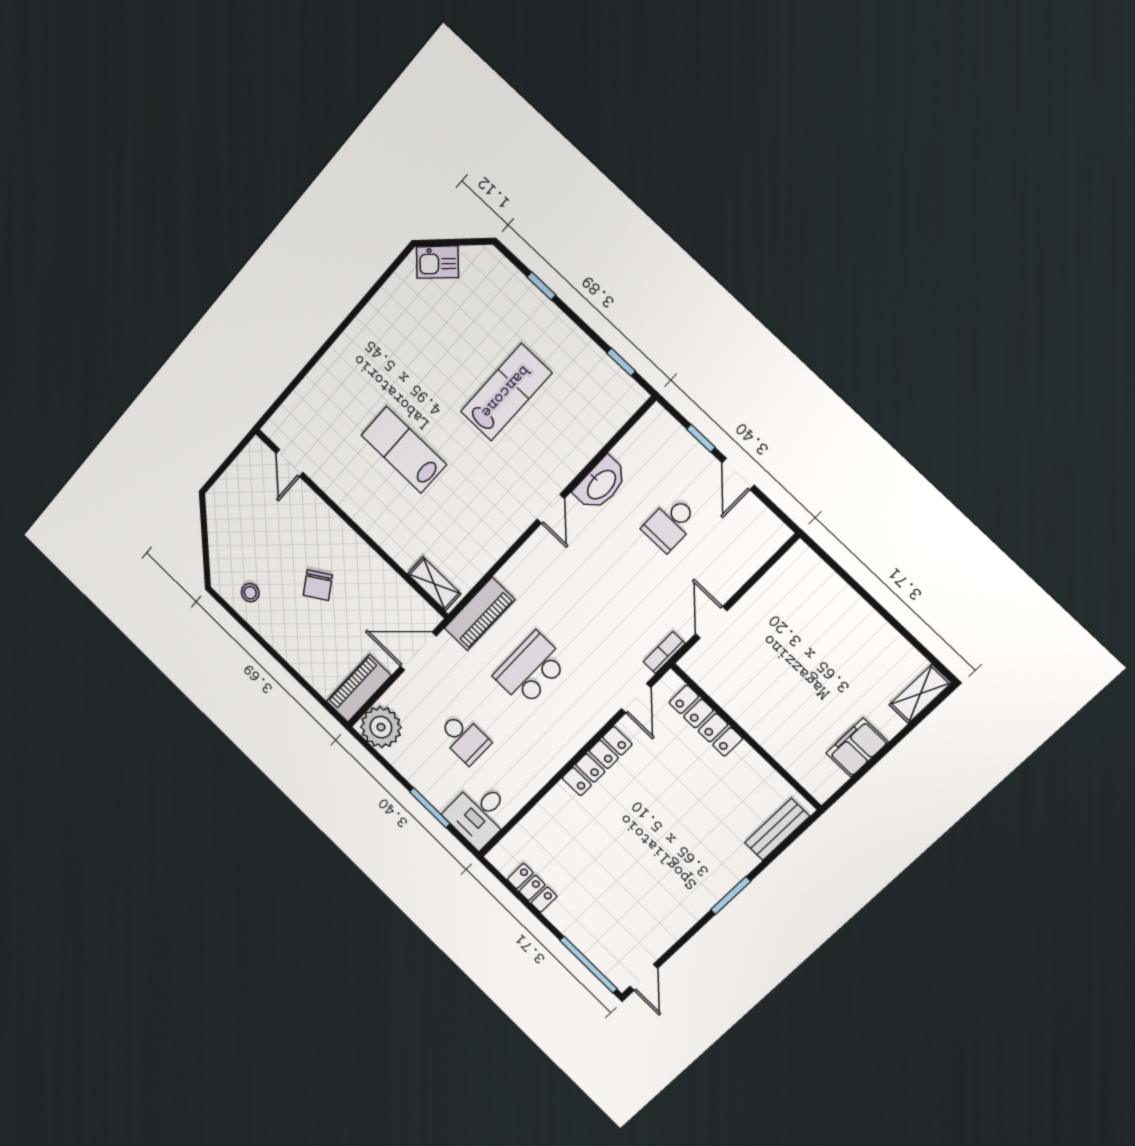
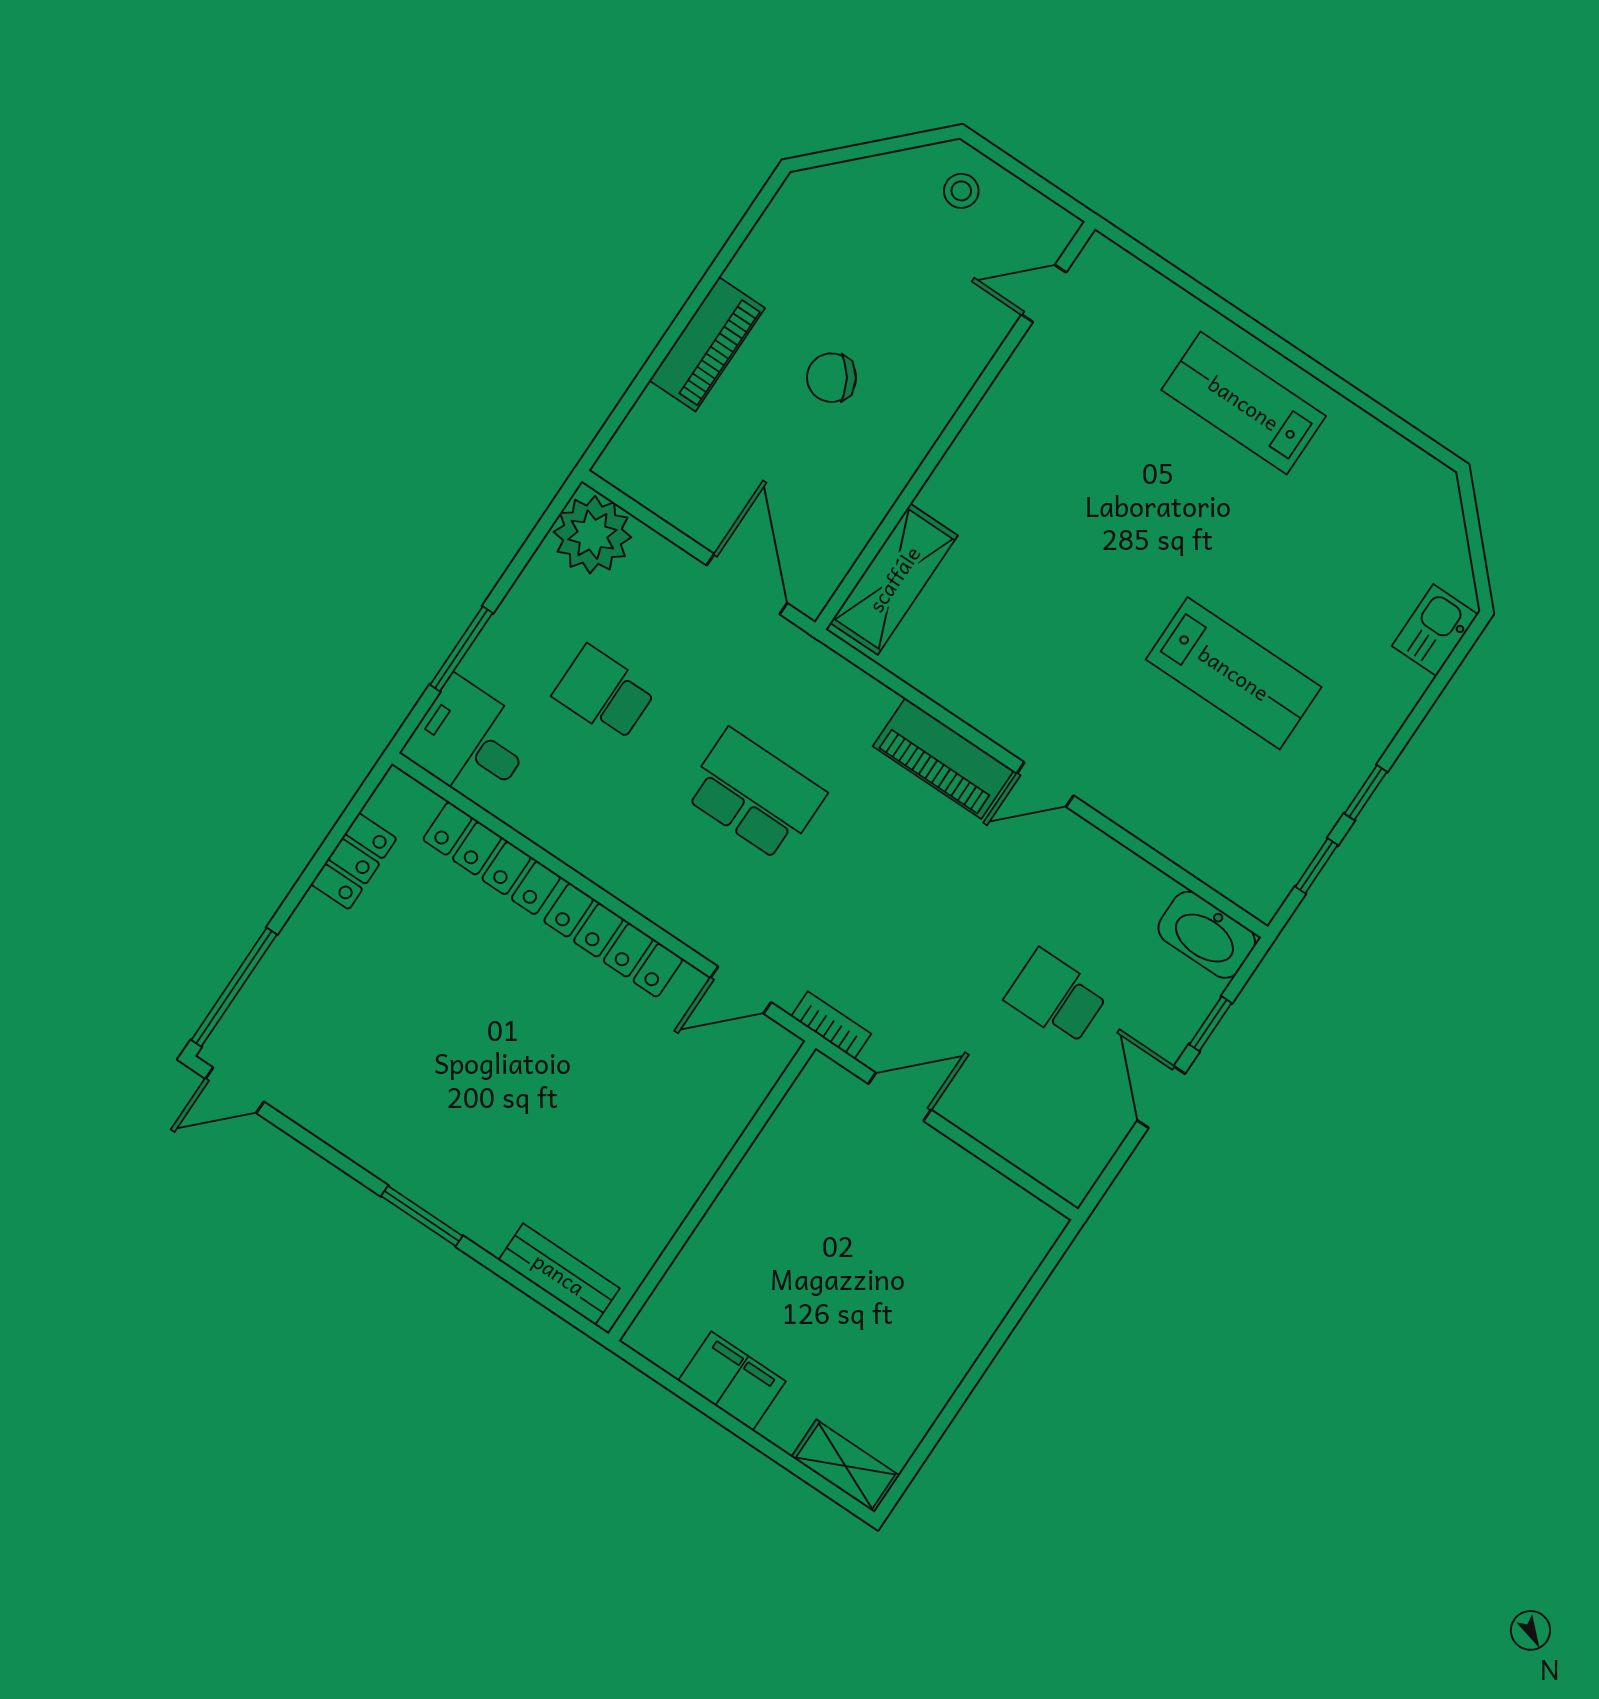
kitchen sink: (437, 262) -> (1435, 630), moved, turned 43
window: (541, 286) -> (1366, 793), moved
lab bench: (404, 450) -> (1244, 403), moved, turned -90
door: (738, 474) -> (1161, 1097), hinge flipped
washbasin: (601, 484) -> (1207, 935), moved
shelving: (434, 584) -> (894, 579), width x1.50, depth x1.33
stool: (250, 593) -> (961, 191), moved
piano: (480, 614) -> (943, 759), moved
piano: (359, 688) -> (707, 344), moved, turned 90
locker: (706, 721) -> (492, 858), moved, turned -90
school desk: (464, 738) -> (604, 693), turned 90

